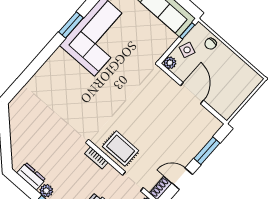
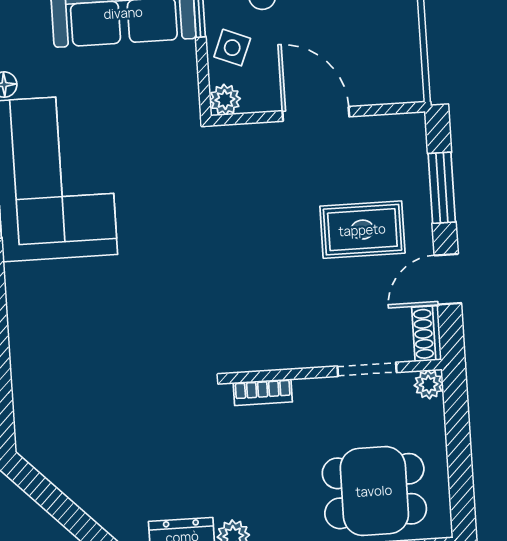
rug: (121, 149) -> (362, 230), moved

